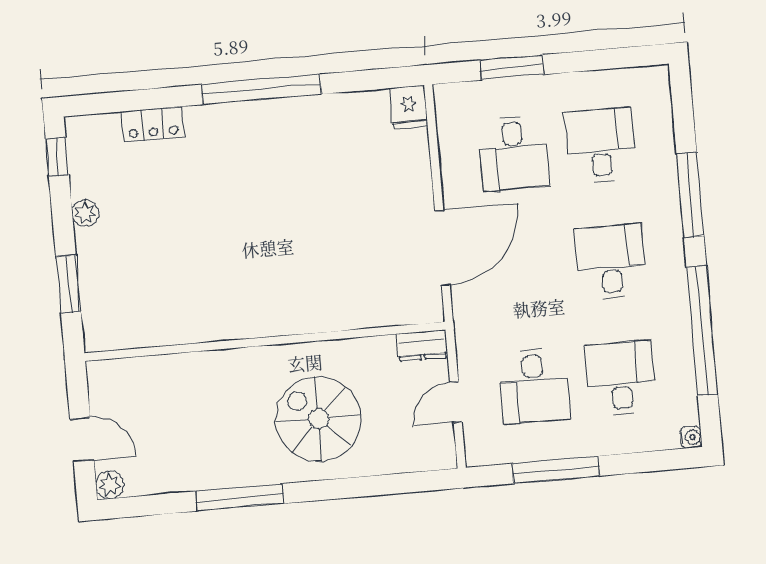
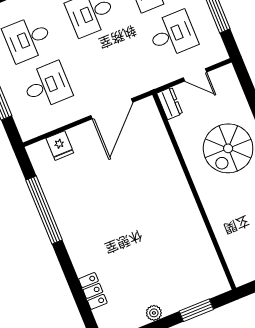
window: (261, 89) -> (44, 210), moved
fridge: (409, 107) -> (60, 146), moved, turned 90
door: (442, 248) -> (112, 109), swing flipped

